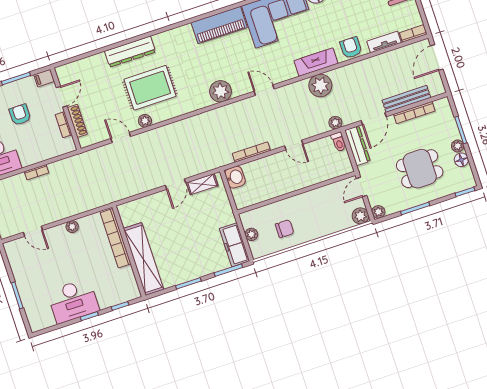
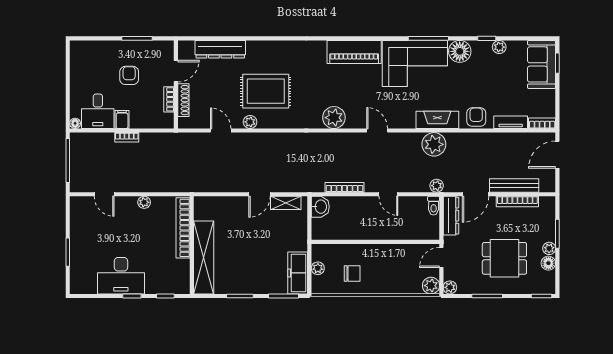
dresser: (130, 52) -> (220, 49), moved
filing cabinet: (44, 78) -> (122, 120), moved, turned 90

